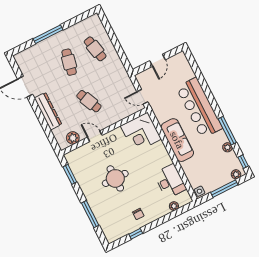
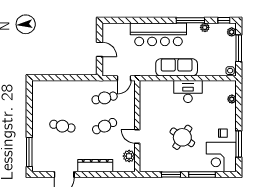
window: (48, 34) -> (29, 152), moved
cafe table: (95, 49) -> (105, 98), moved
corner desk: (141, 133) -> (221, 157), moved, turned 90
door: (95, 136) -> (137, 137), hinge flipped
window: (70, 174) -> (171, 175), moved
round table: (115, 178) -> (182, 137), turned 34
desk: (170, 181) -> (188, 91), moved
window: (136, 234) -> (239, 144), width x2.17

